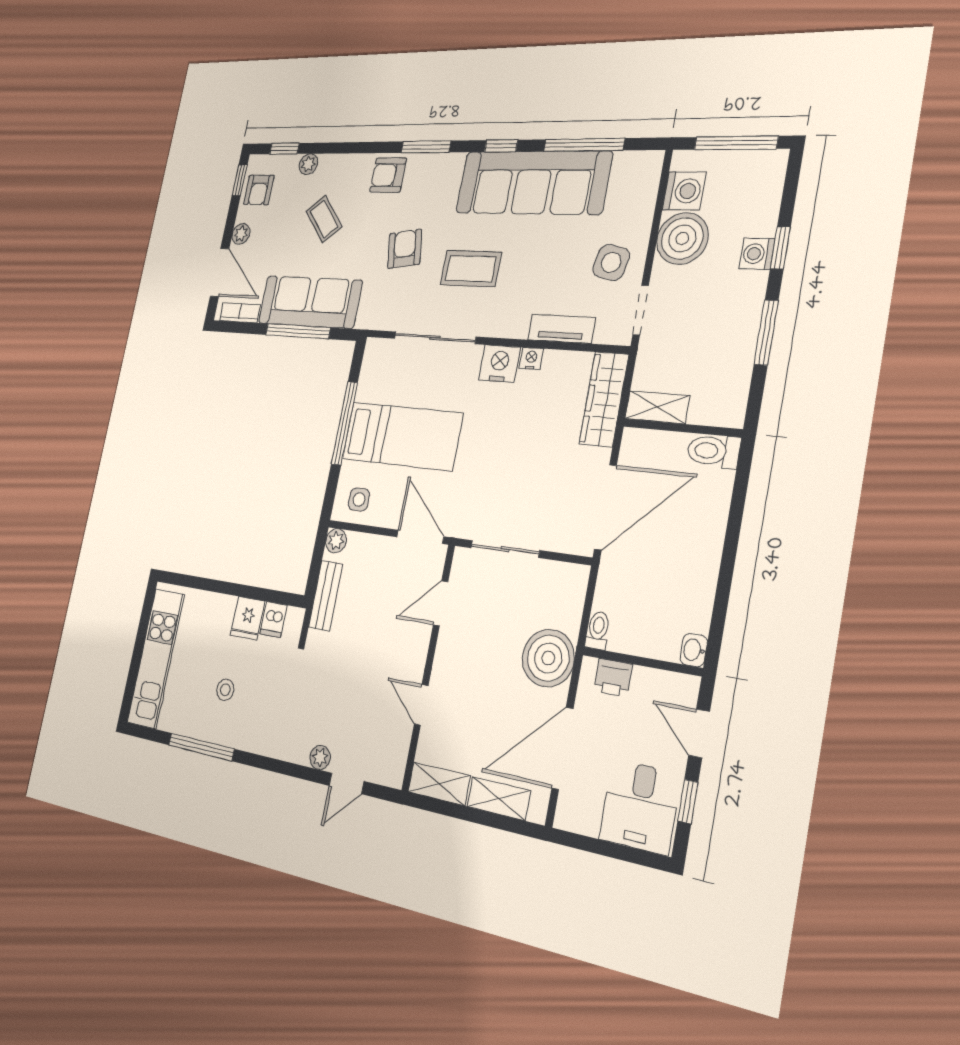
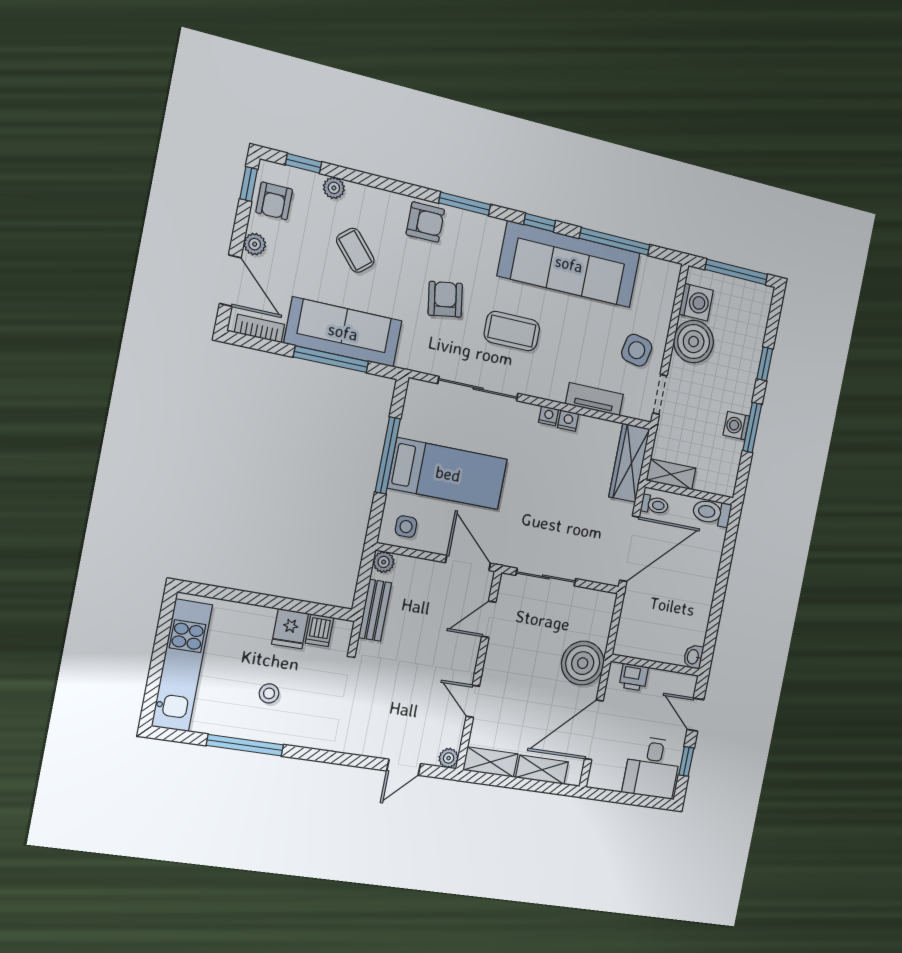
armchair: (388, 175) -> (425, 222), turned 180
washing machine: (757, 254) -> (736, 426), moved
nightstand: (499, 364) -> (549, 416), width x0.53, depth x0.56
toilet: (598, 630) -> (655, 505), moved, turned 90
plant: (320, 758) -> (449, 758), moved

